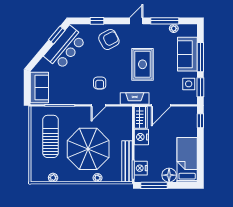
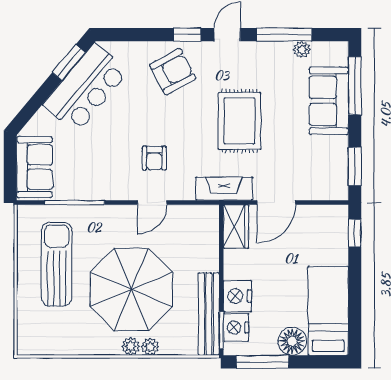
window: (97, 21) -> (187, 35), moved
window: (200, 57) -> (355, 86), moved
side table: (189, 84) -> (331, 160), removed
nightstand: (141, 137) -> (237, 296), moved
plant: (53, 178) -> (131, 346), moved

